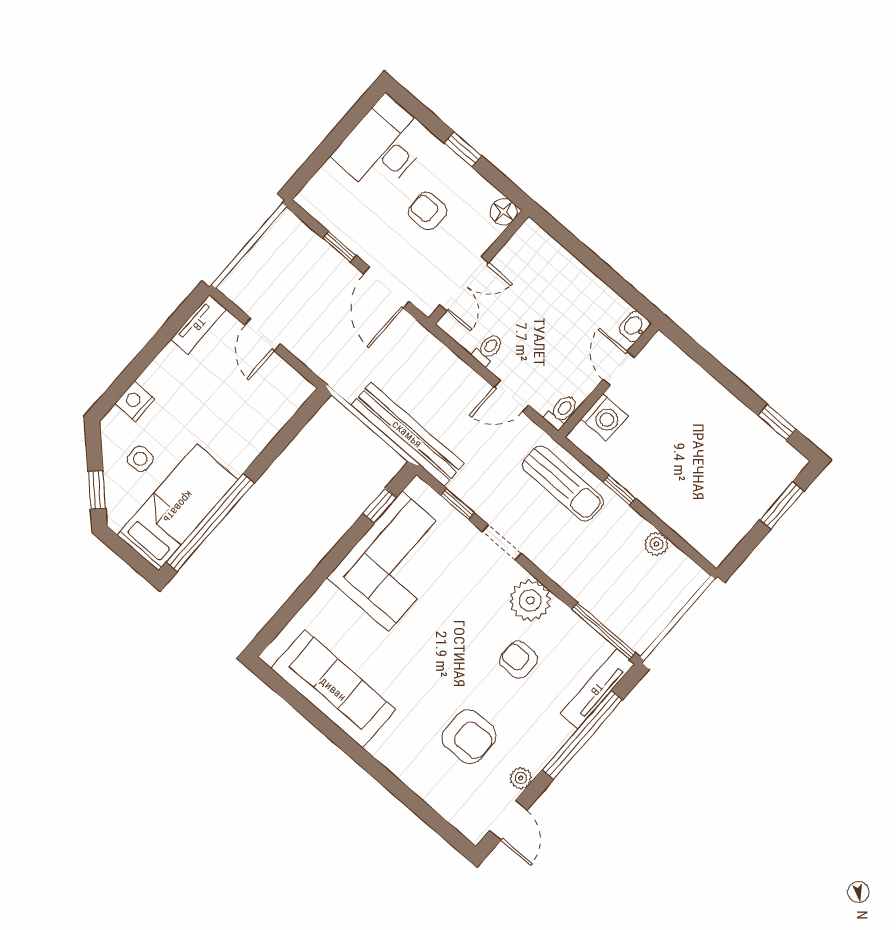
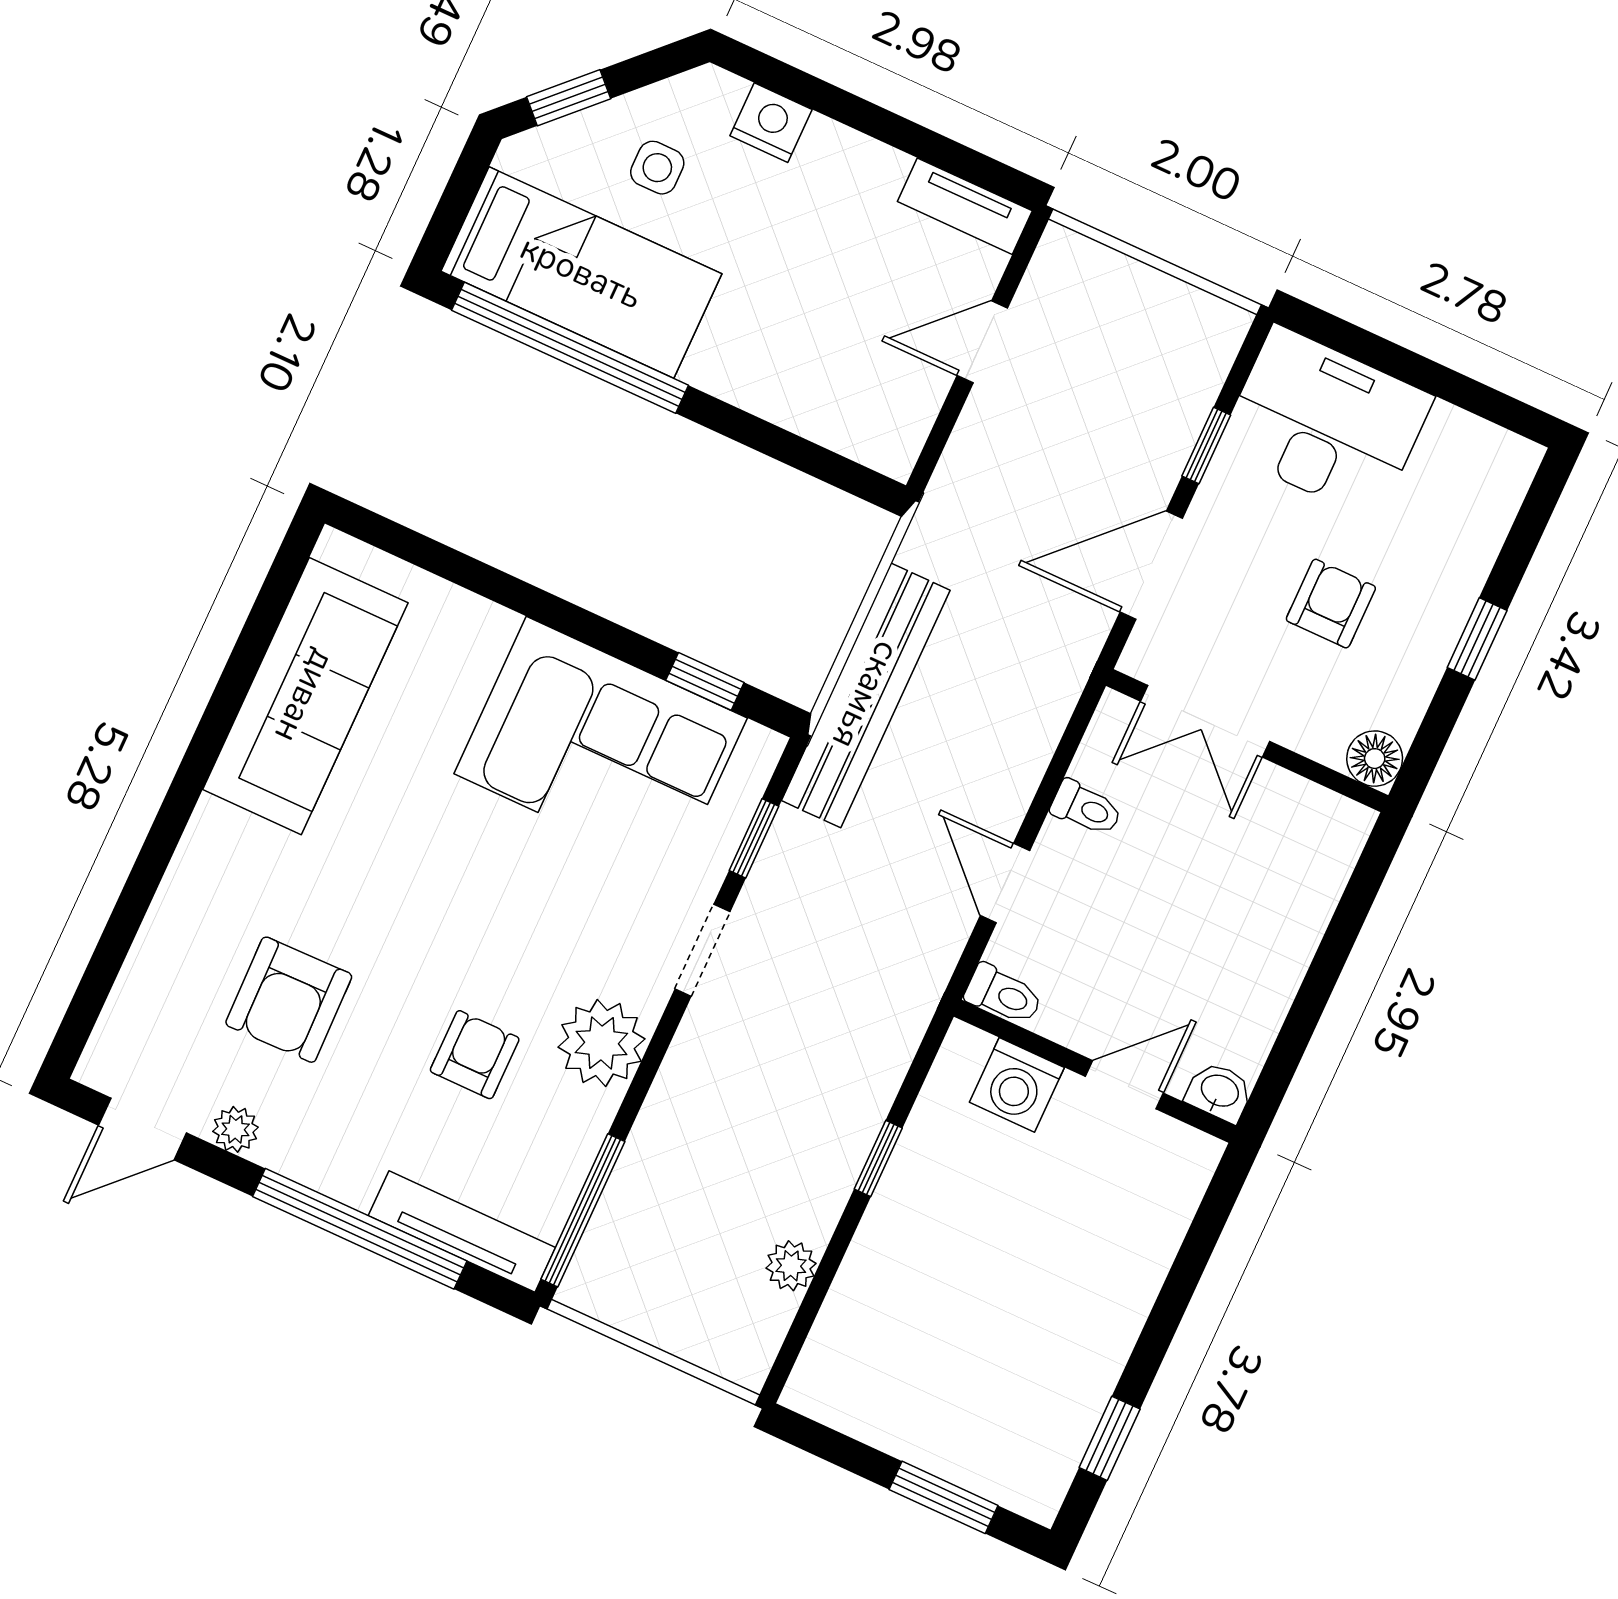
desk: (382, 146) -> (1325, 423), moved
sun lounger: (563, 483) -> (858, 1040), removed

